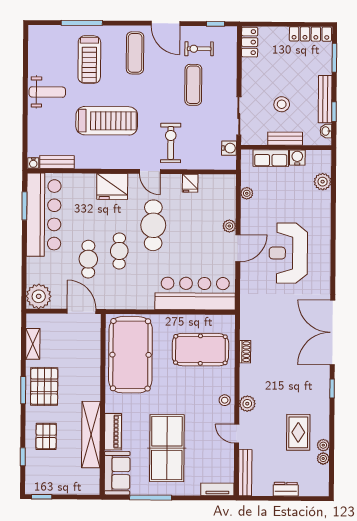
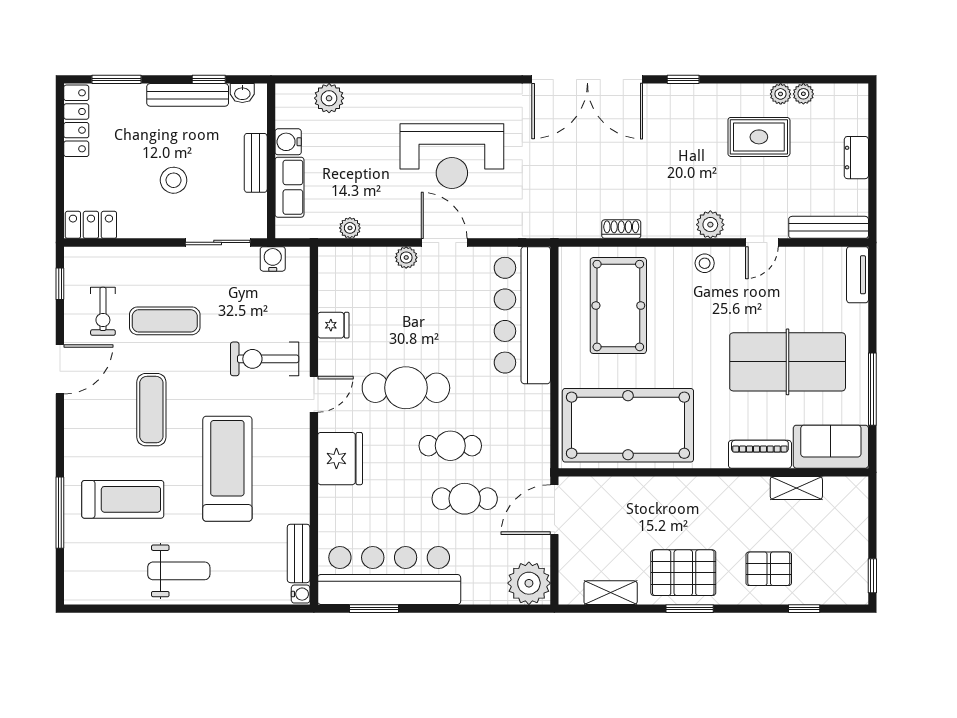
exercise mat: (135, 53) -> (151, 410), moved, turned 90
weight bench: (47, 92) -> (179, 571), turned 90
stool: (282, 104) -> (174, 180), moved
shelving: (91, 435) -> (796, 488), width x0.45, depth x0.75

